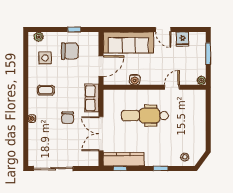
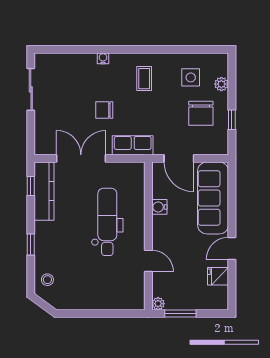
plant: (39, 37) -> (221, 84), moved
window: (208, 54) -> (180, 313), moved
sliding door: (53, 168) -> (31, 89), width x0.73

